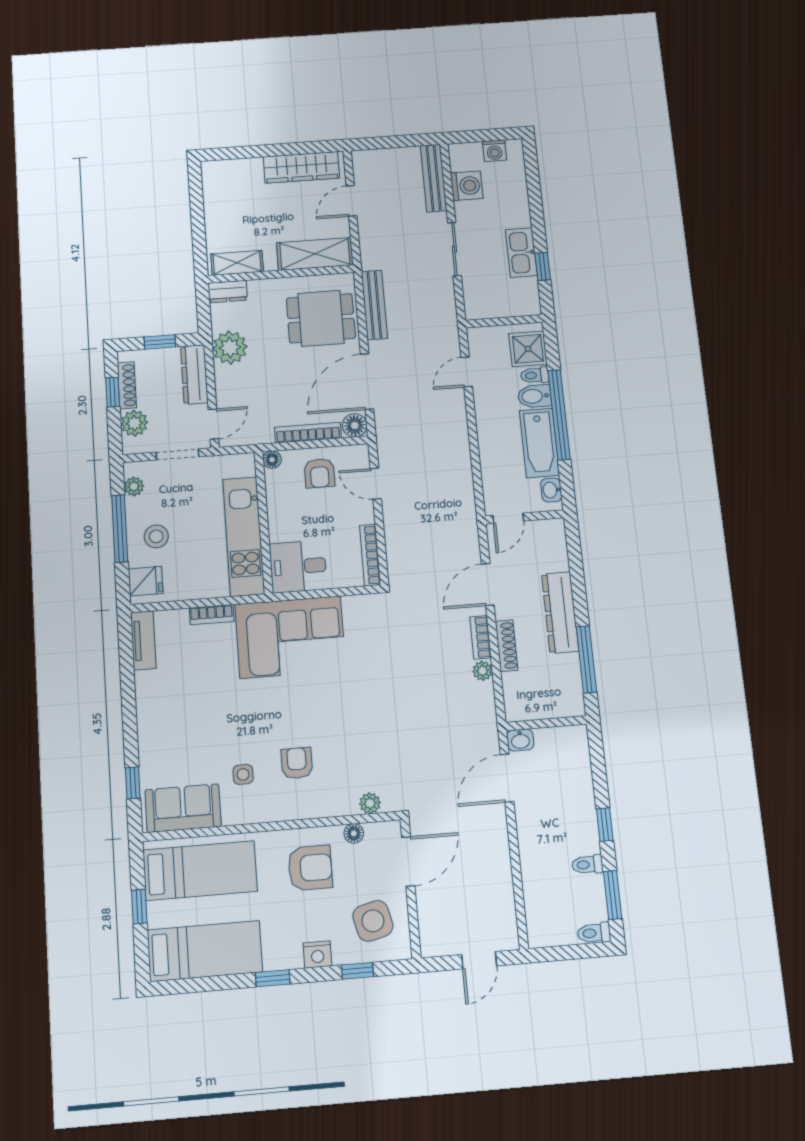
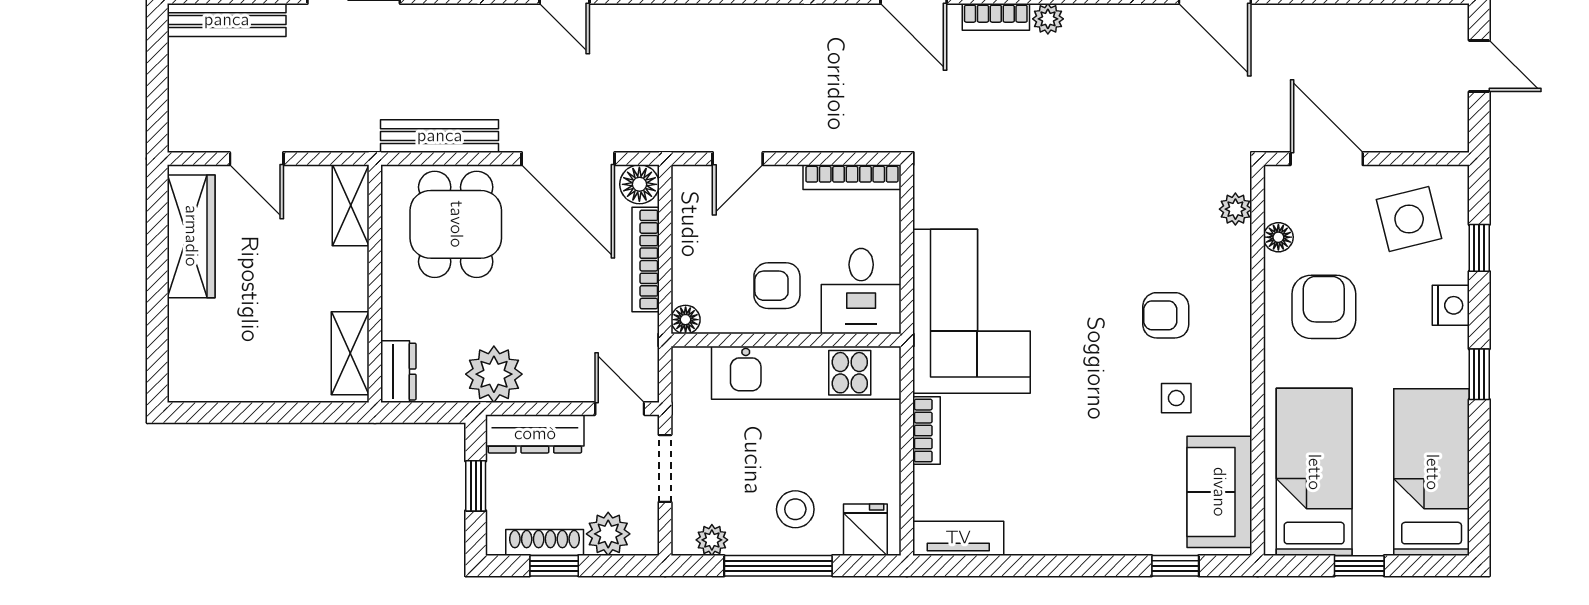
shelving: (315, 254) -> (351, 205), width x0.67, depth x0.75
armchair: (319, 473) -> (777, 286), moved, turned 180

